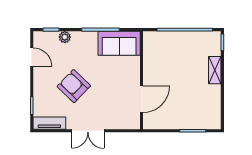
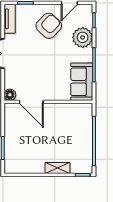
plant: (65, 37) -> (83, 37), width x1.88, depth x1.88
armchair: (74, 86) -> (49, 26), moved
floor lamp: (134, 123) -> (10, 95), added

